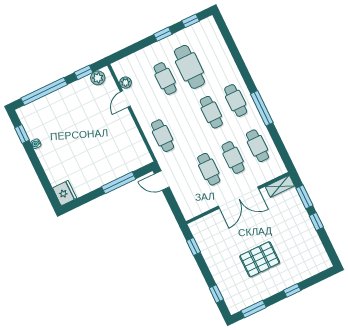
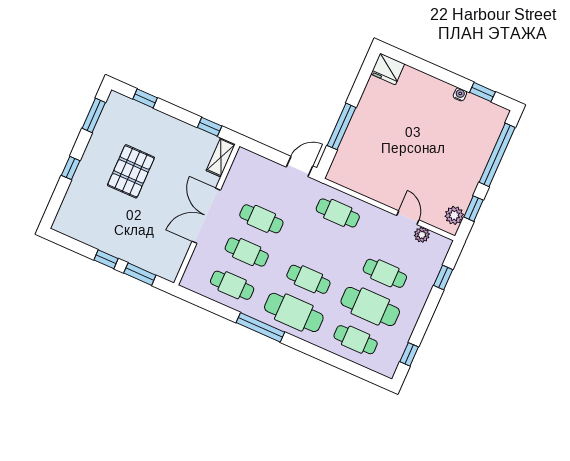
window: (163, 34) -> (443, 278), moved
cafe table: (214, 55) -> (356, 340), added
cafe table: (236, 100) -> (294, 312), width x1.37, depth x1.35
shelving: (280, 186) -> (221, 157), moved

